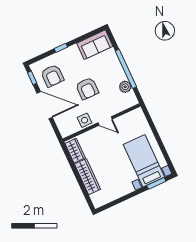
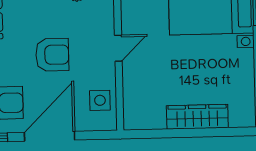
side table: (85, 120) -> (100, 100), moved
wardrobe: (75, 151) -> (146, 119), removed

